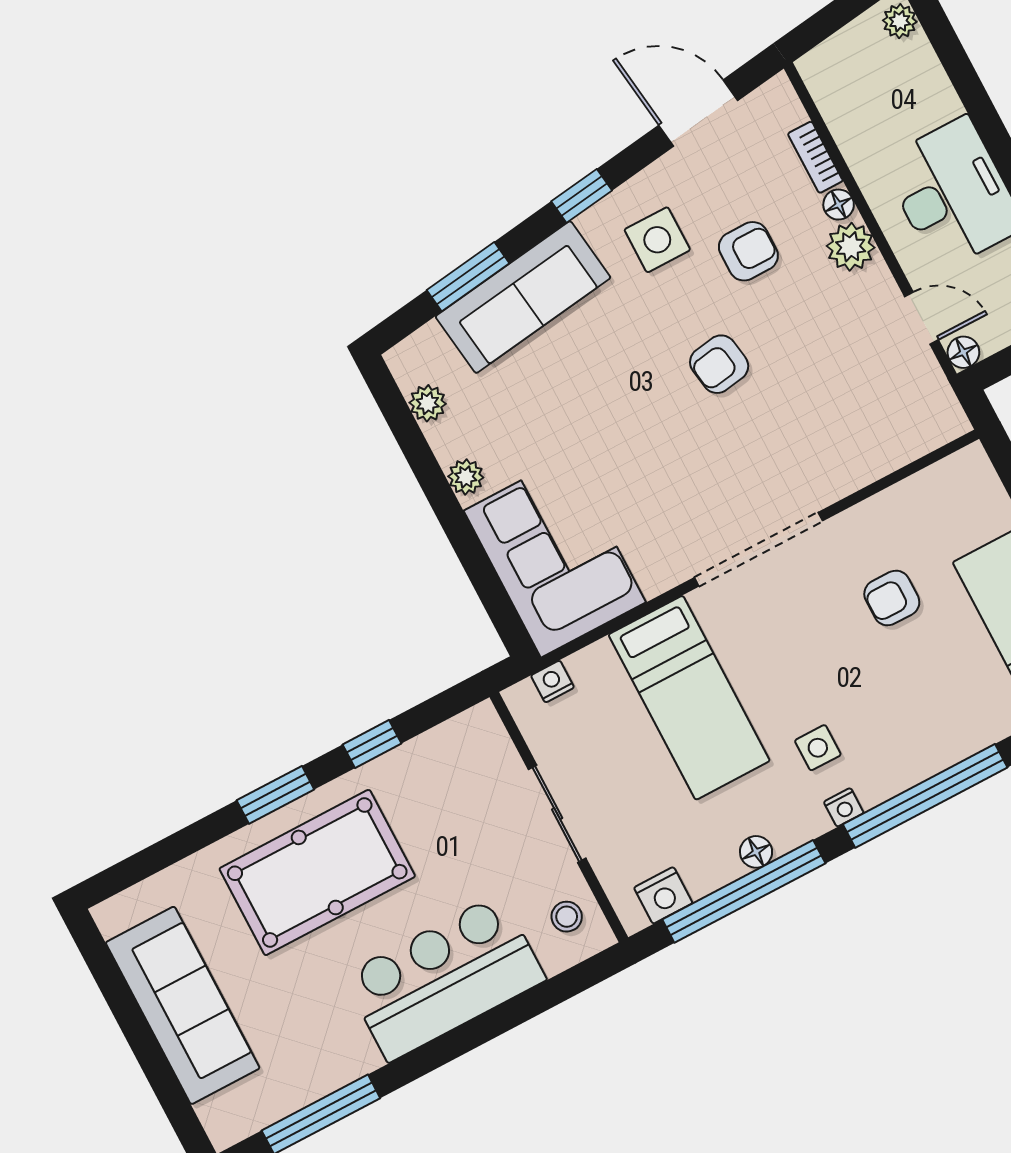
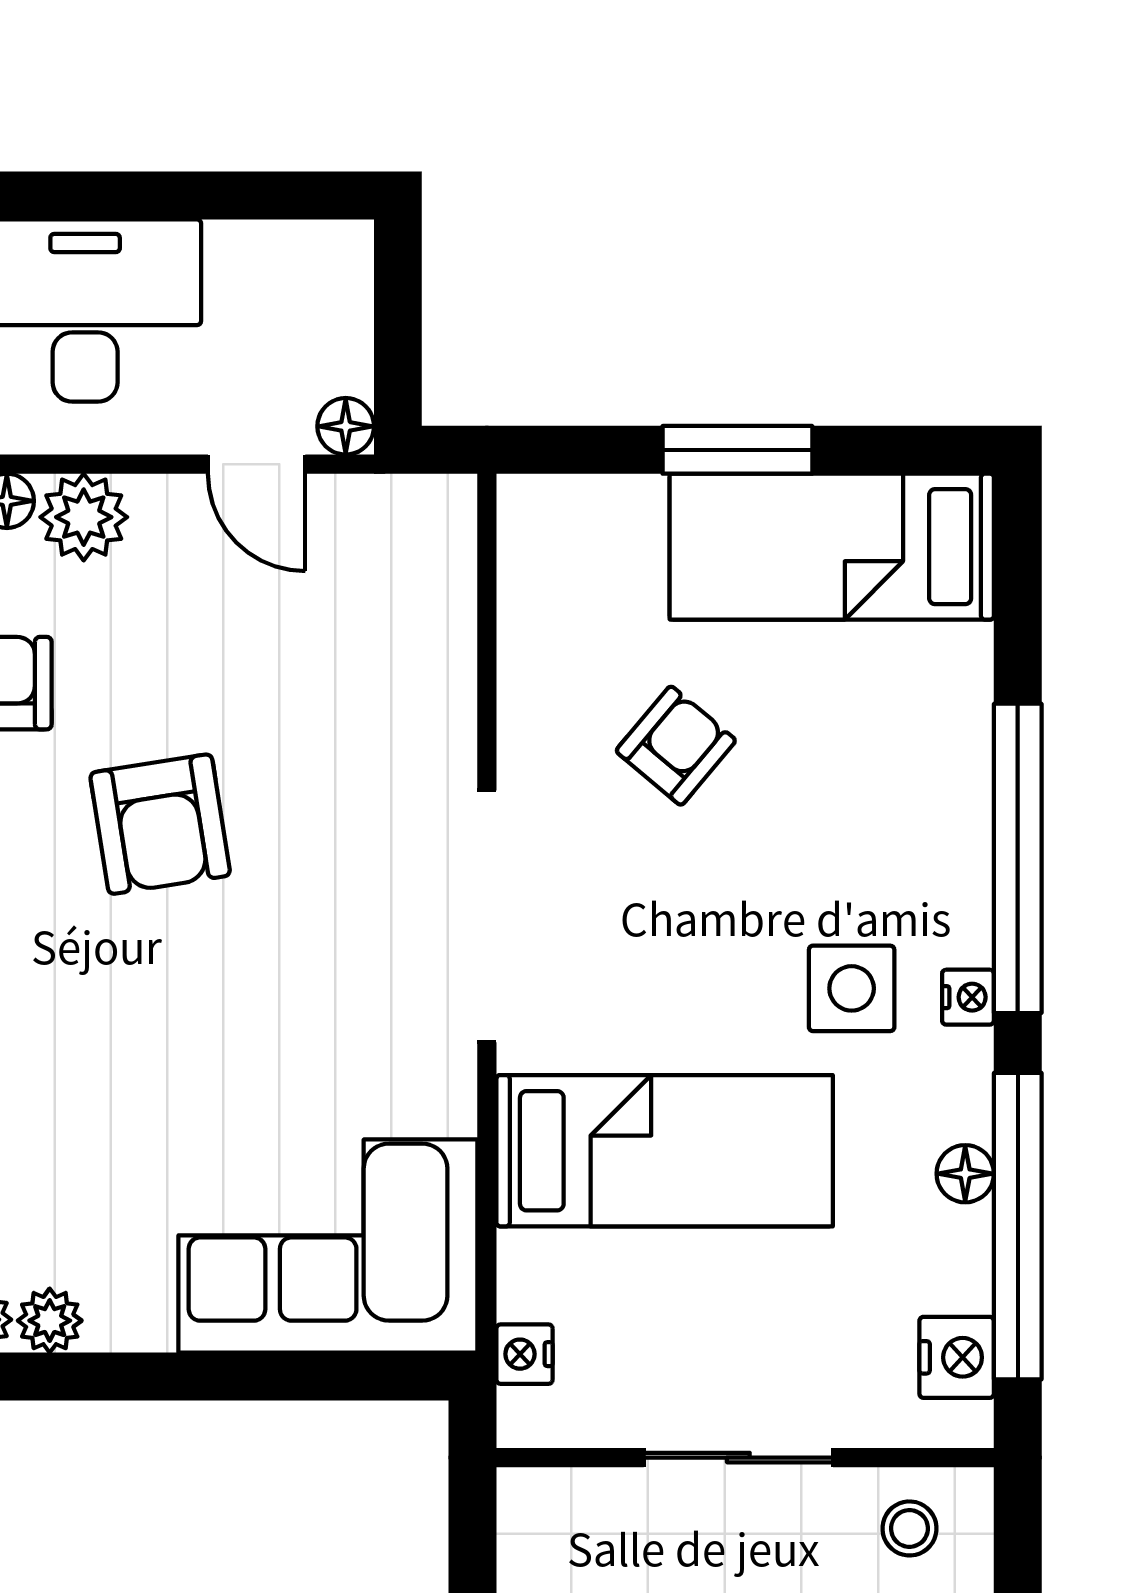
door: (922, 318) -> (257, 464), swing flipped
armchair: (719, 364) -> (160, 824), width x1.38, depth x1.38
plant: (466, 477) -> (50, 1321), moved
armchair: (892, 598) -> (676, 746), turned -140
side table: (818, 748) -> (852, 988), width x1.37, depth x1.37

